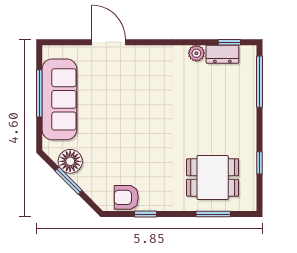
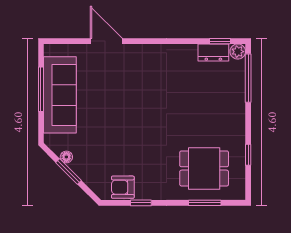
plant: (196, 53) -> (238, 52), moved
floor lamp: (70, 161) -> (66, 157), width x0.53, depth x0.53

